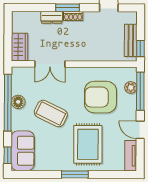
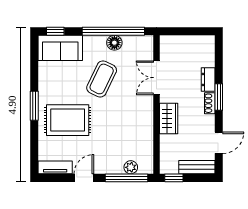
bench: (131, 40) -> (197, 167), moved
wardrobe: (20, 47) -> (169, 119), moved, turned -90
armchair: (100, 97) -> (120, 134), removed

